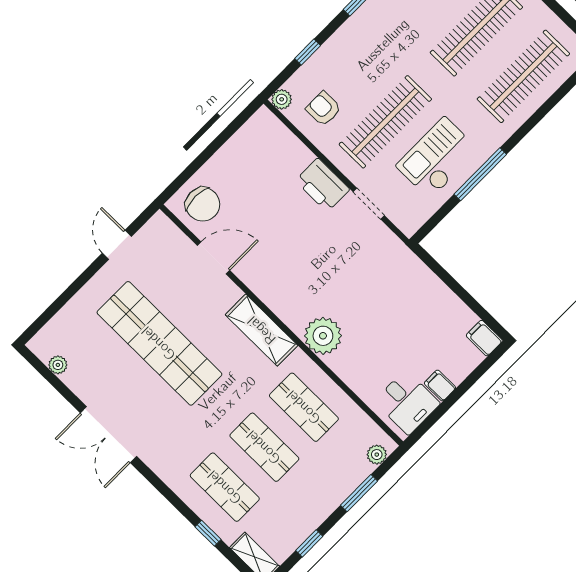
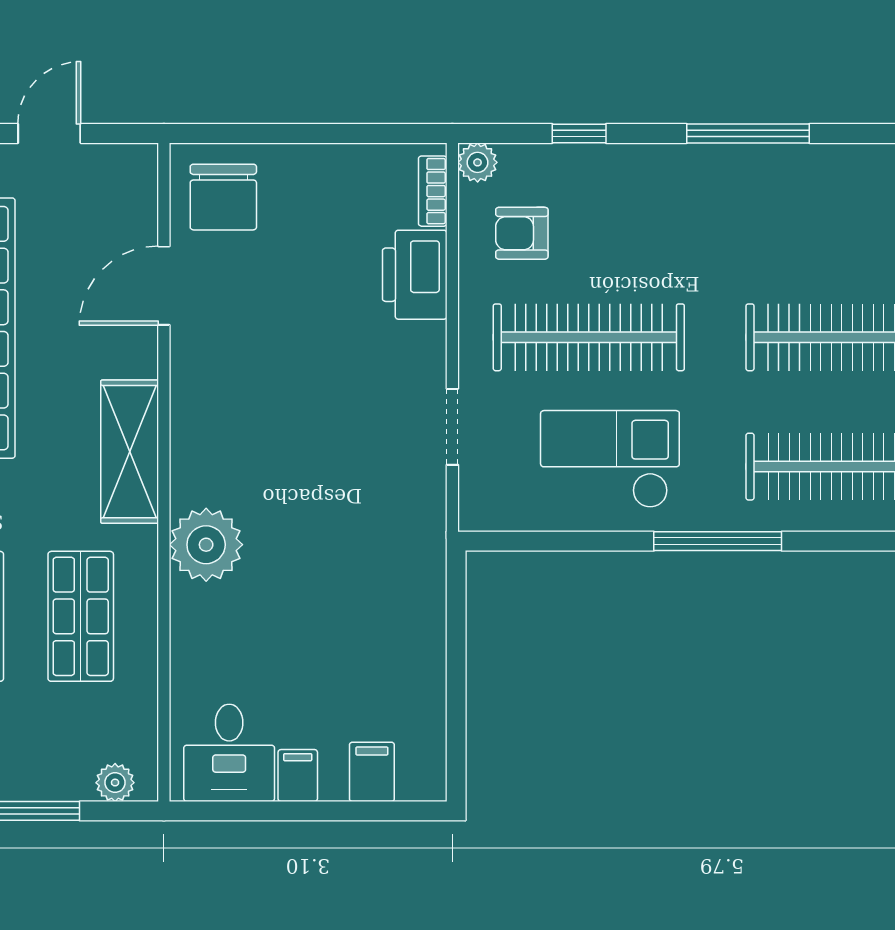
armchair: (323, 109) -> (522, 233), turned -90
bookcase: (276, 126) -> (433, 191), added
window: (480, 174) -> (718, 541), moved
printer: (322, 185) -> (415, 275), moved
door: (214, 258) -> (164, 286), swing flipped
filing cabinet: (484, 338) -> (372, 772), moved

